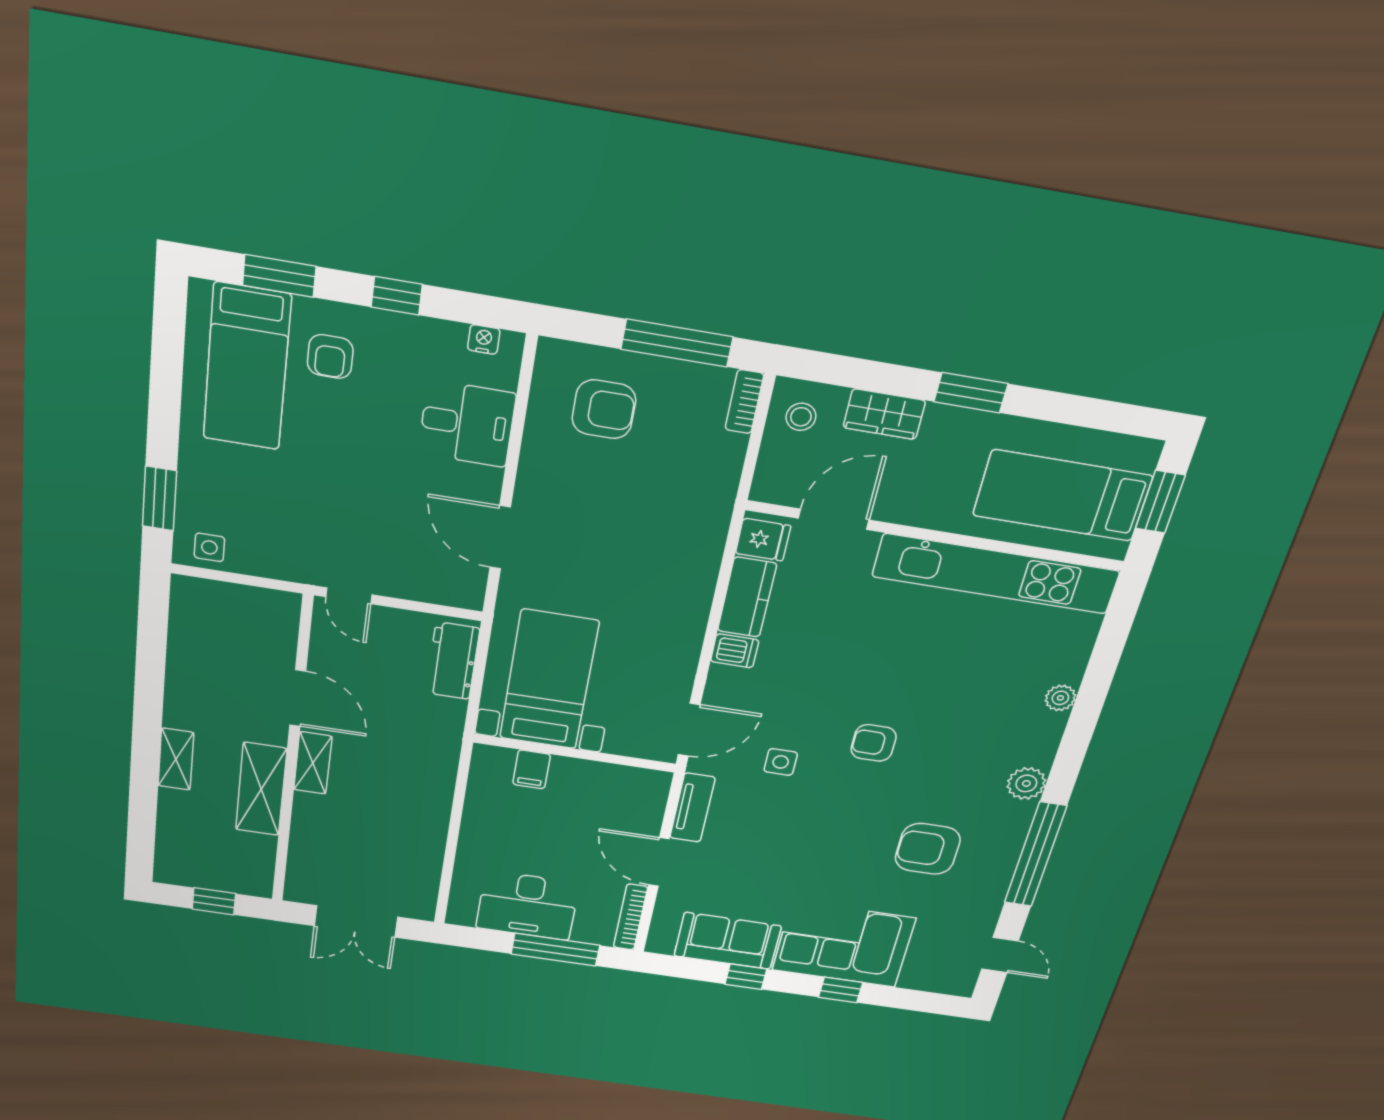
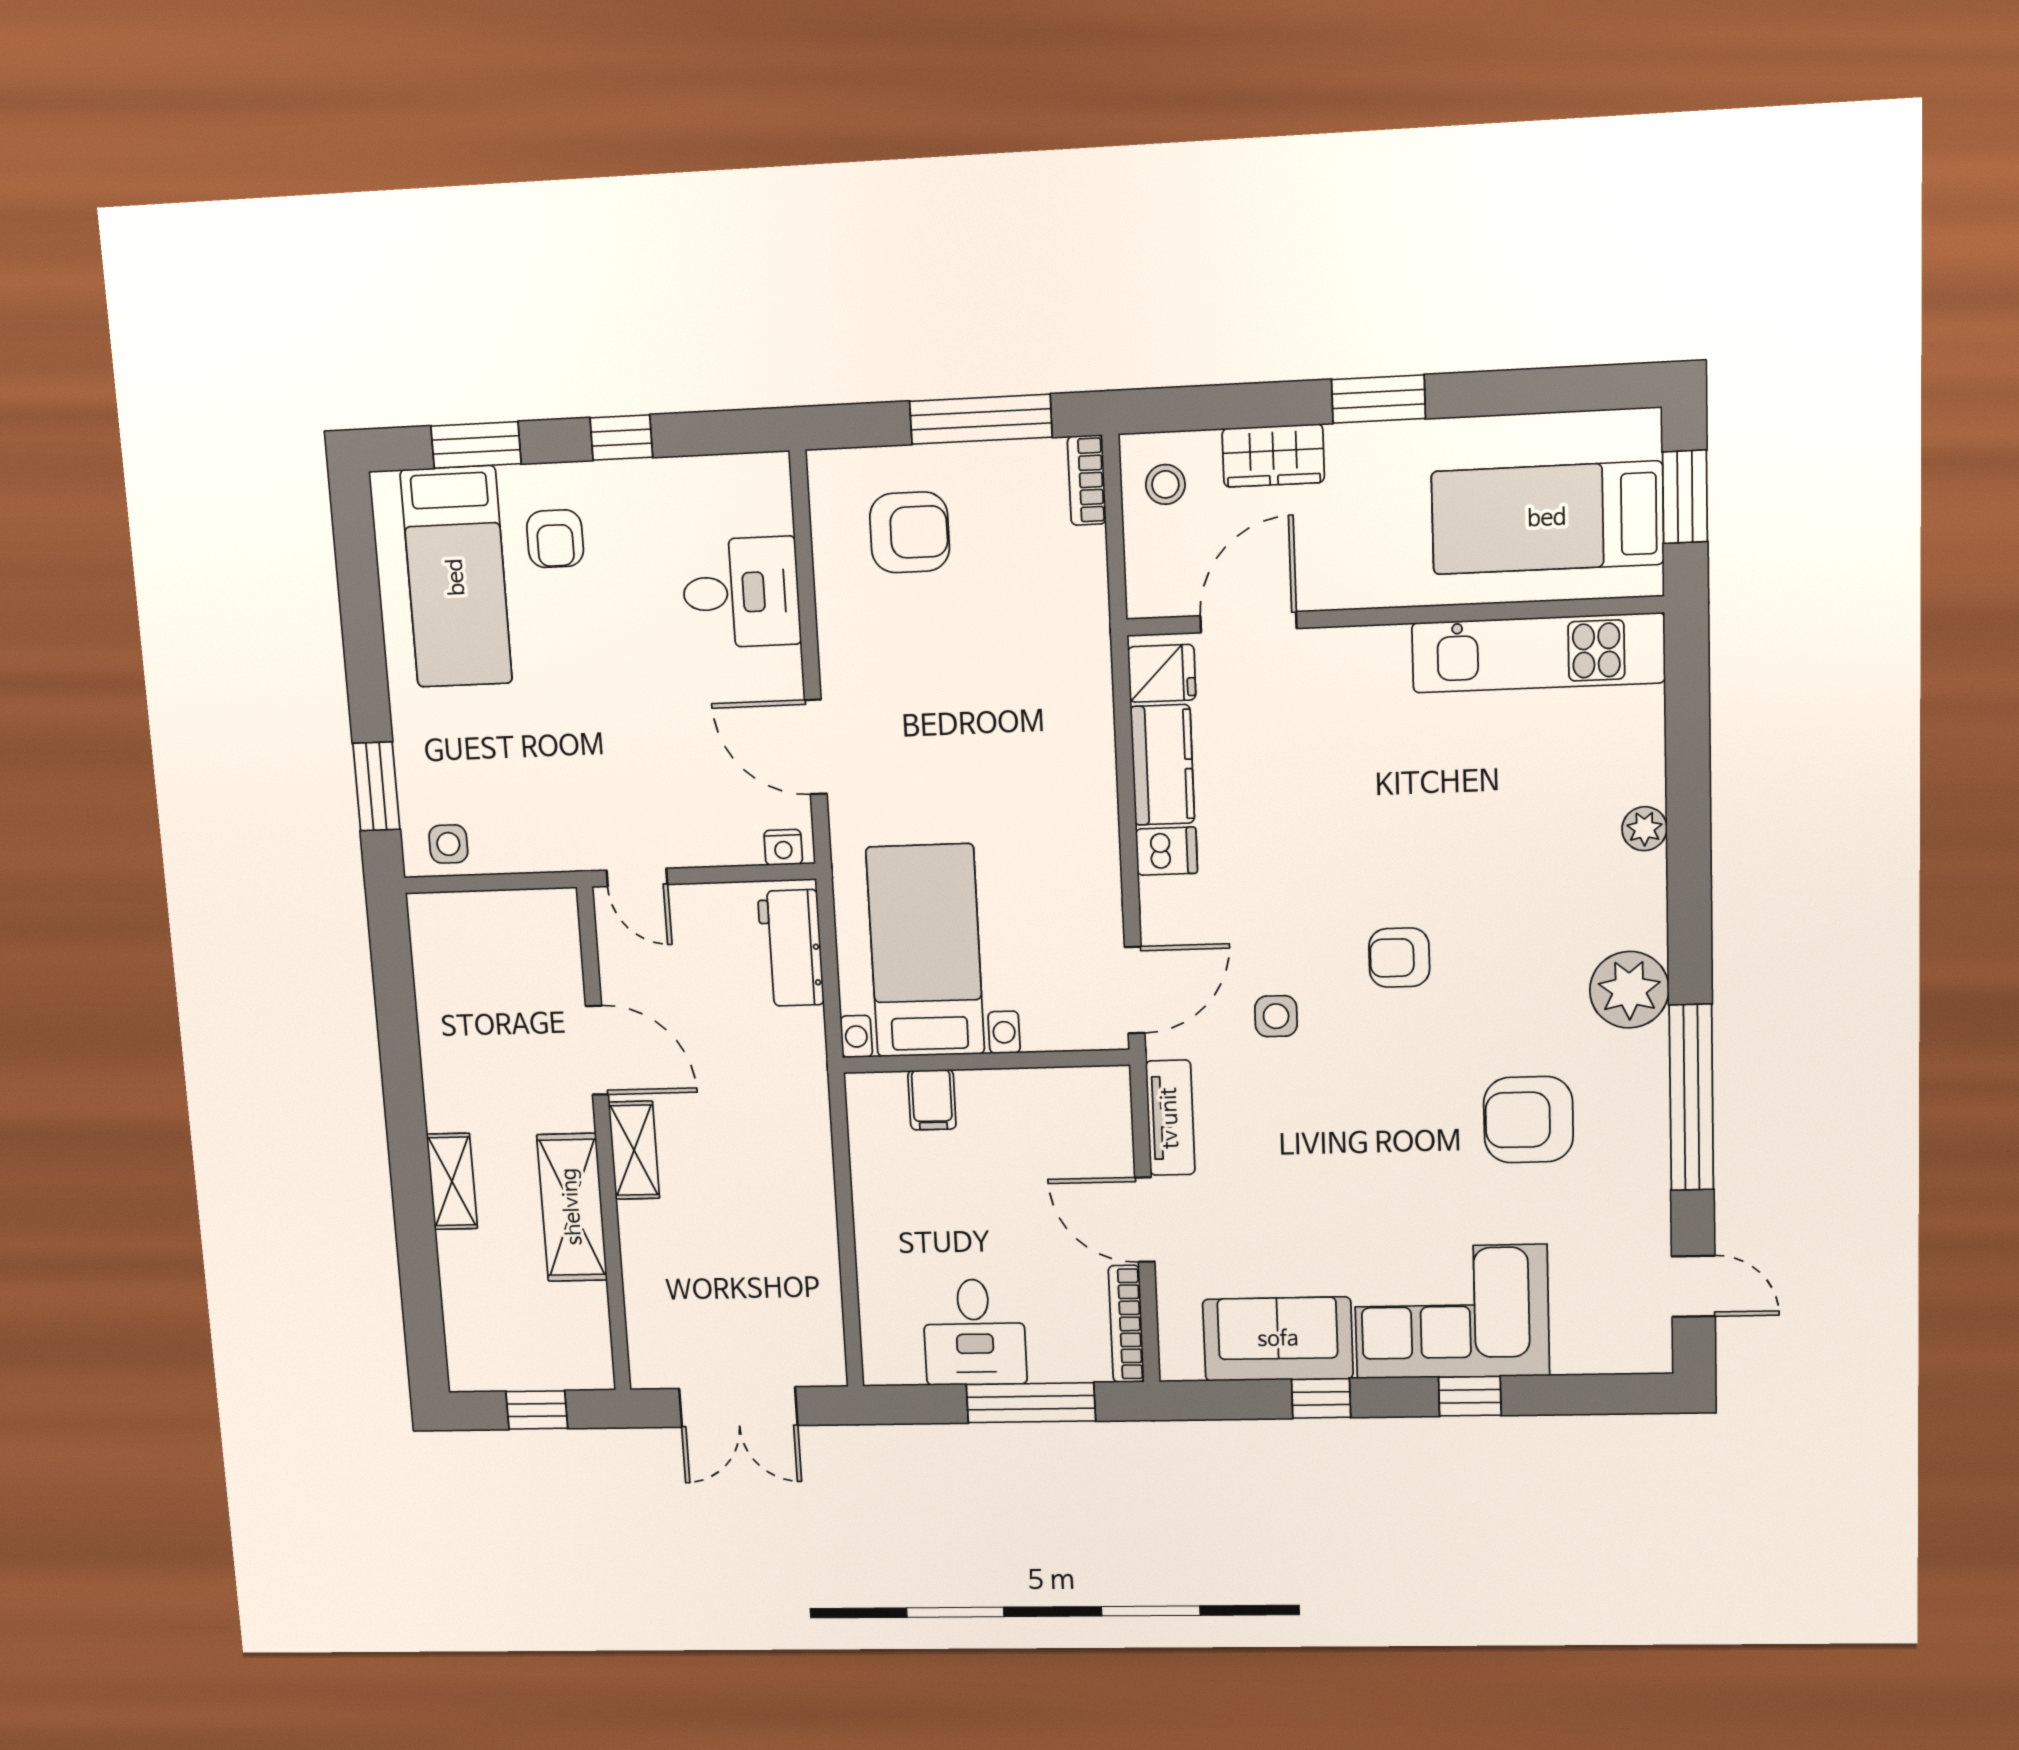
nightstand: (484, 339) -> (783, 847), moved, turned 180
kitchen unit: (996, 574) -> (1538, 653), width x0.73
plant: (1026, 783) -> (1629, 990), width x1.36, depth x1.36
desk: (527, 906) -> (974, 1332), width x0.73

